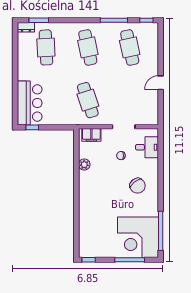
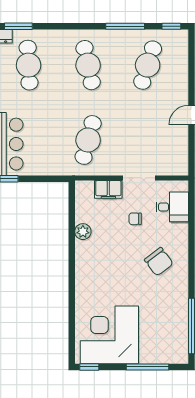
cafe table: (130, 47) -> (148, 65), turned 30
cafe table: (88, 100) -> (88, 140), turned 33
filing cabinet: (91, 135) -> (108, 189), moved
corner desk: (138, 237) -> (109, 335), moved, turned 90

